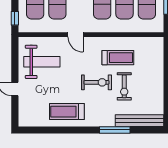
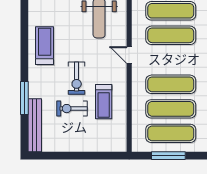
door: (75, 35) -> (129, 55), hinge flipped

